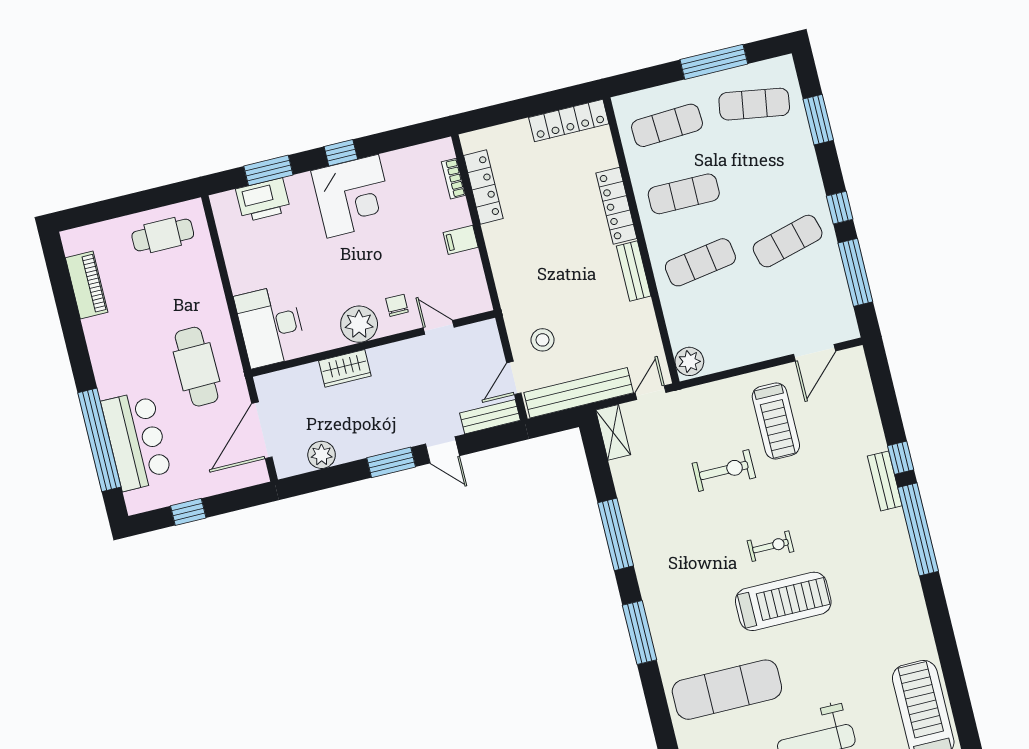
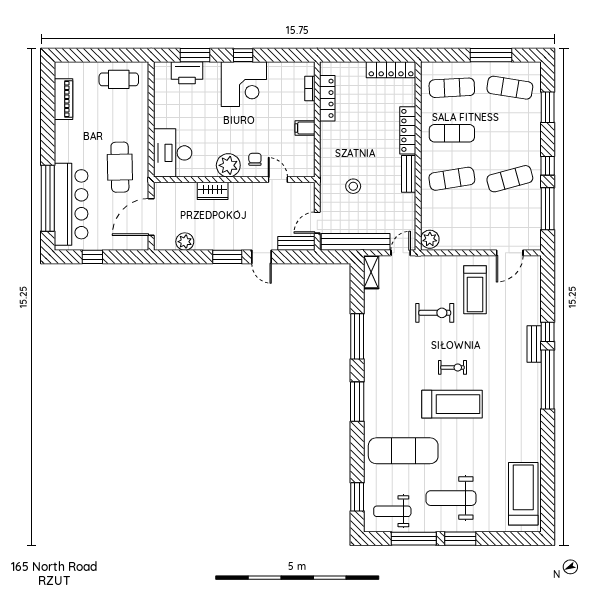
stool: (543, 340) -> (353, 186), moved
bar counter: (137, 440) -> (71, 204), width x1.36

